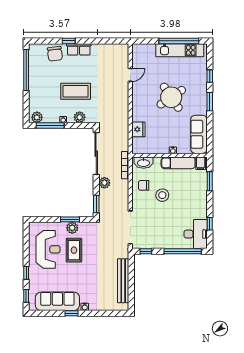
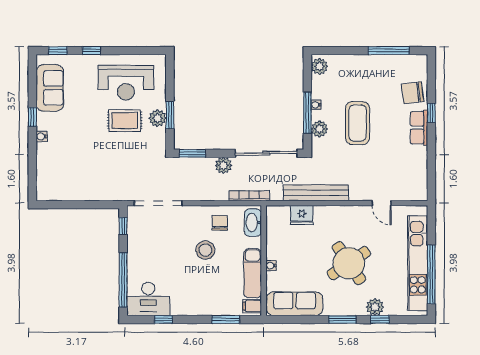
kitchen unit: (180, 50) -> (418, 263), width x1.36
window: (26, 70) -> (389, 51), width x0.68
plant: (201, 79) -> (375, 307), added
window: (50, 125) -> (307, 113), moved
bench: (123, 281) -> (316, 193), moved
sofa: (57, 301) -> (50, 88), width x0.73

